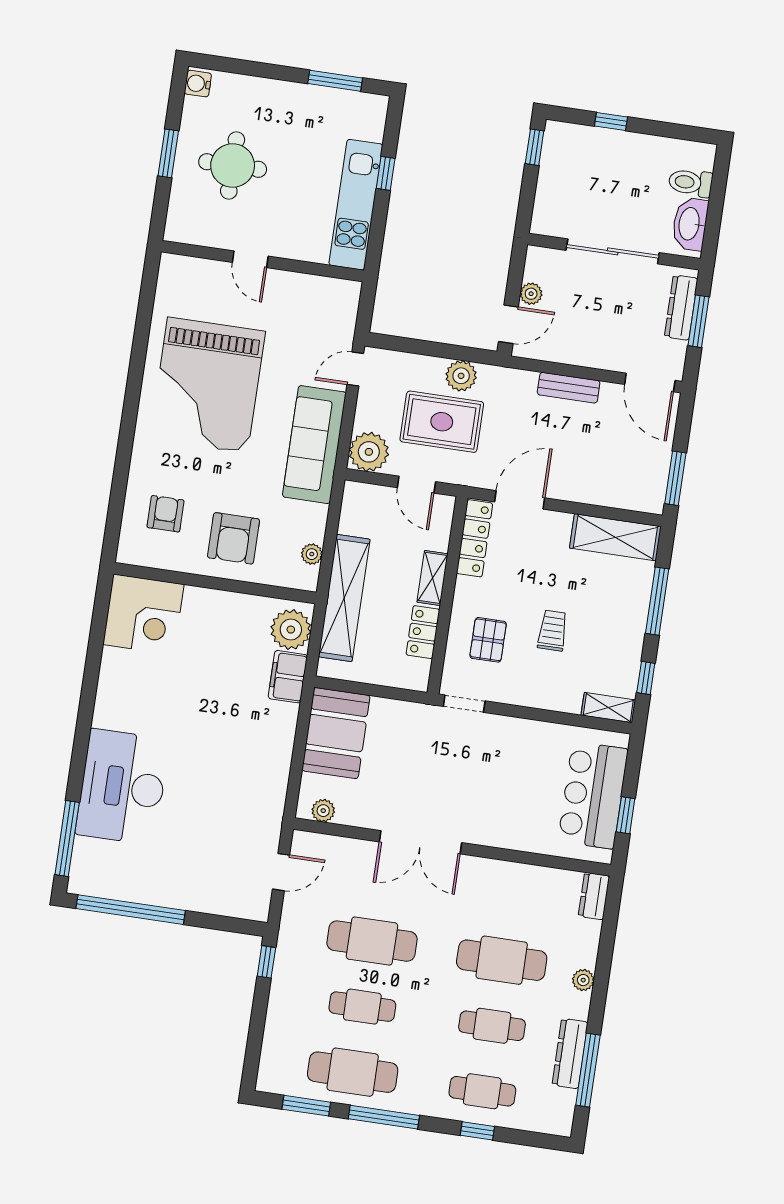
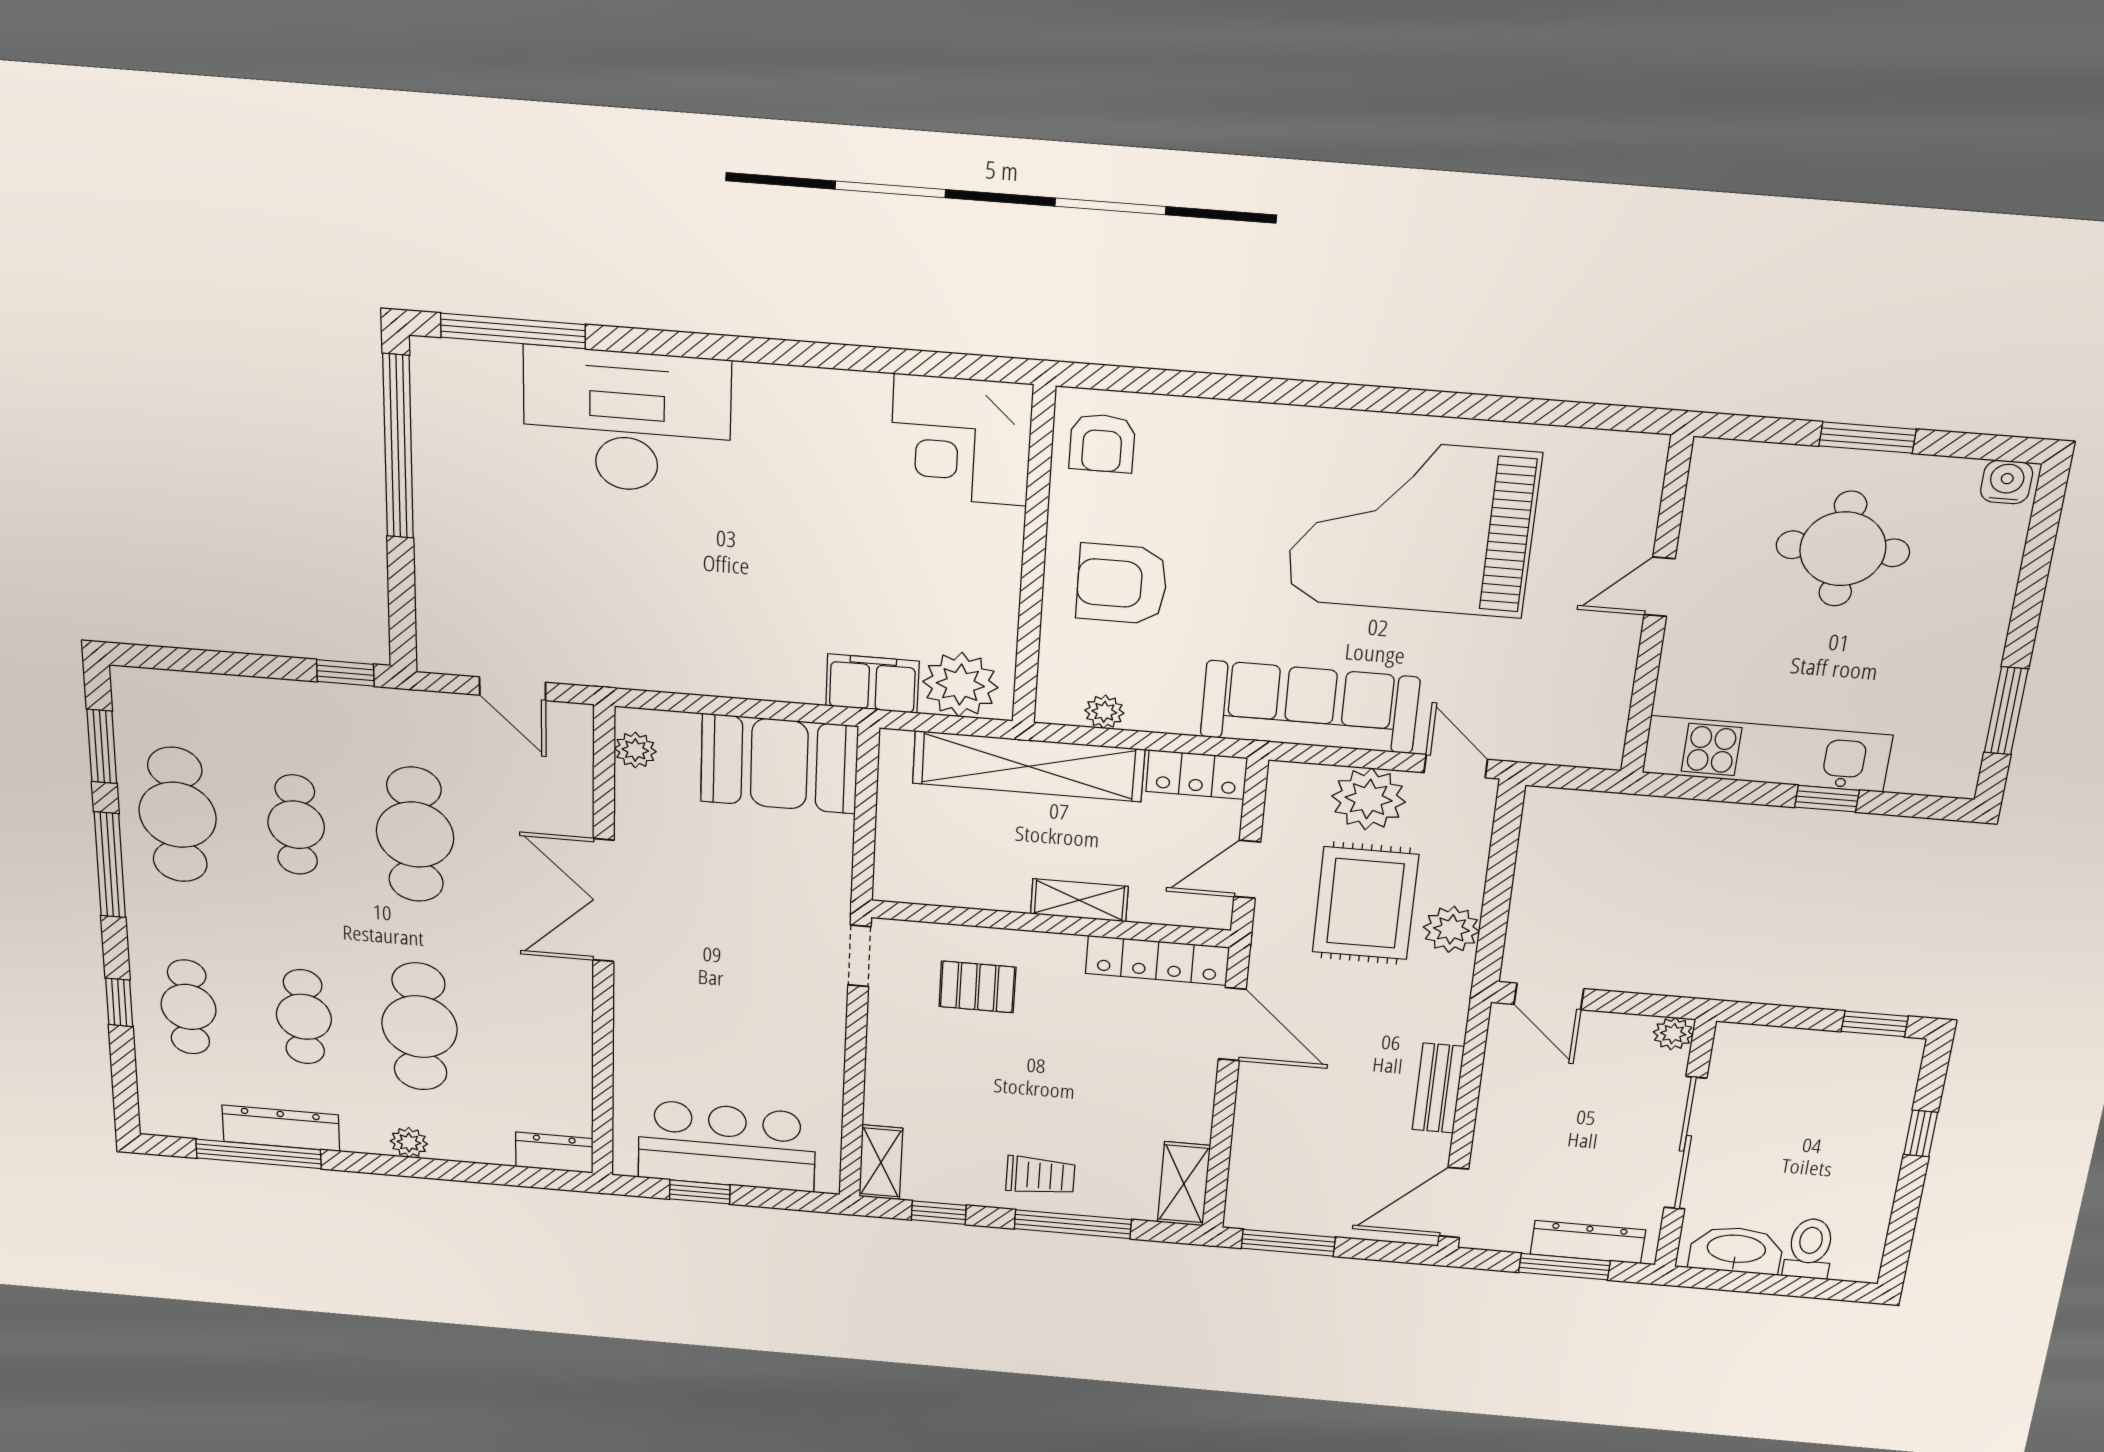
plant: (531, 294) -> (1673, 1034), moved
plant: (369, 452) -> (1369, 799), moved
armchair: (166, 514) -> (1102, 443), moved, turned 90
shelving: (615, 537) -> (1184, 1184), width x0.67, depth x0.75
trolley: (553, 631) -> (1040, 1176), moved
locker: (423, 632) -> (1197, 775), moved, turned 180

